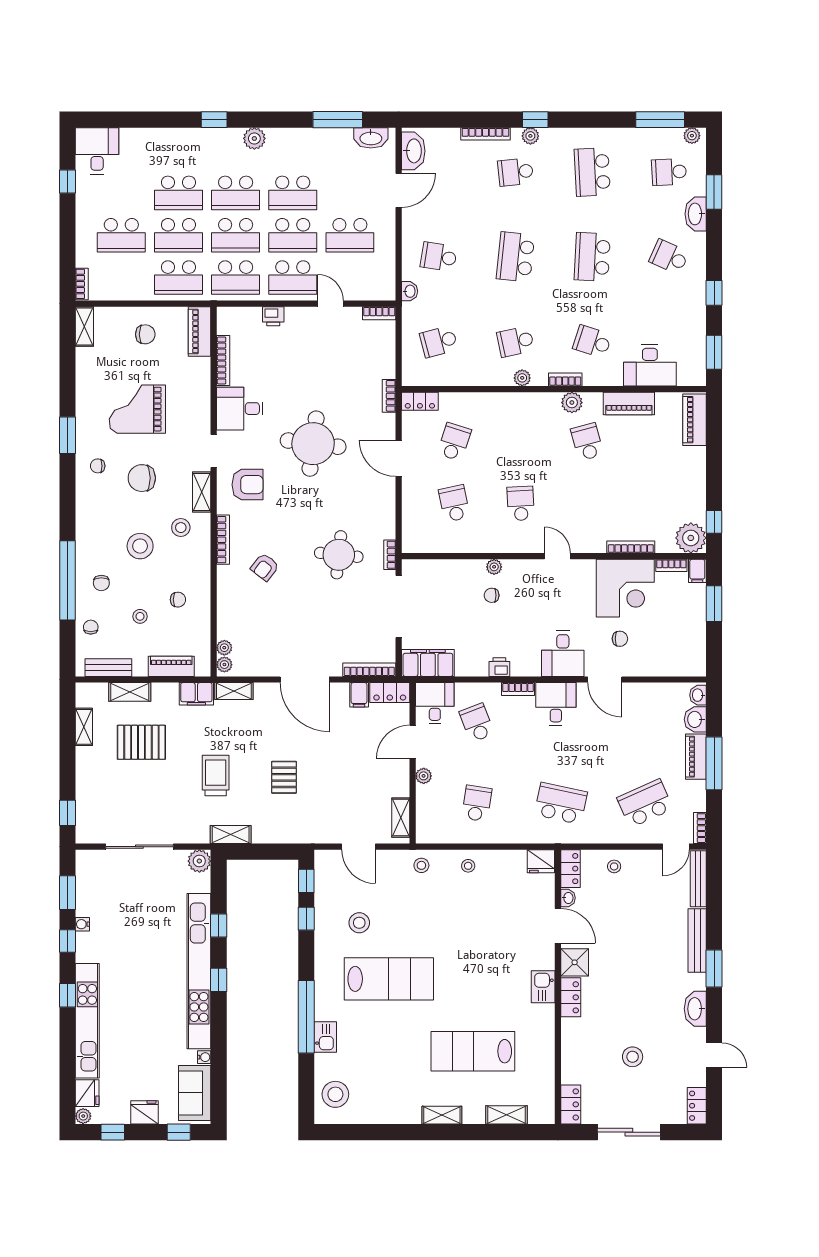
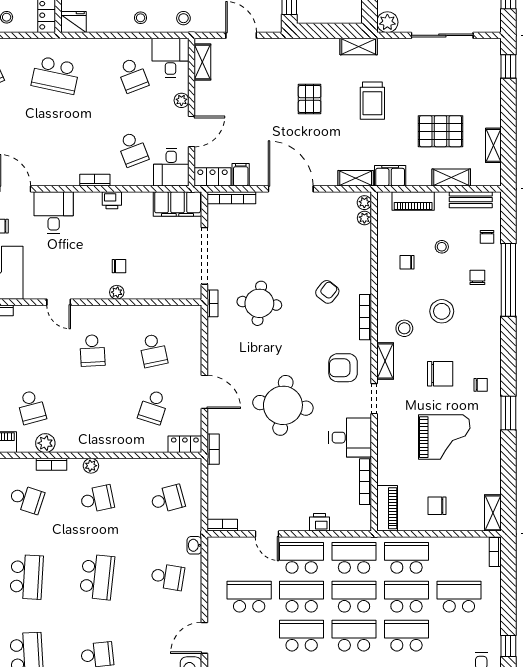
desk: (556, 704) -> (170, 58), moved, turned 180
school desk: (477, 803) -> (133, 75), turned -30

